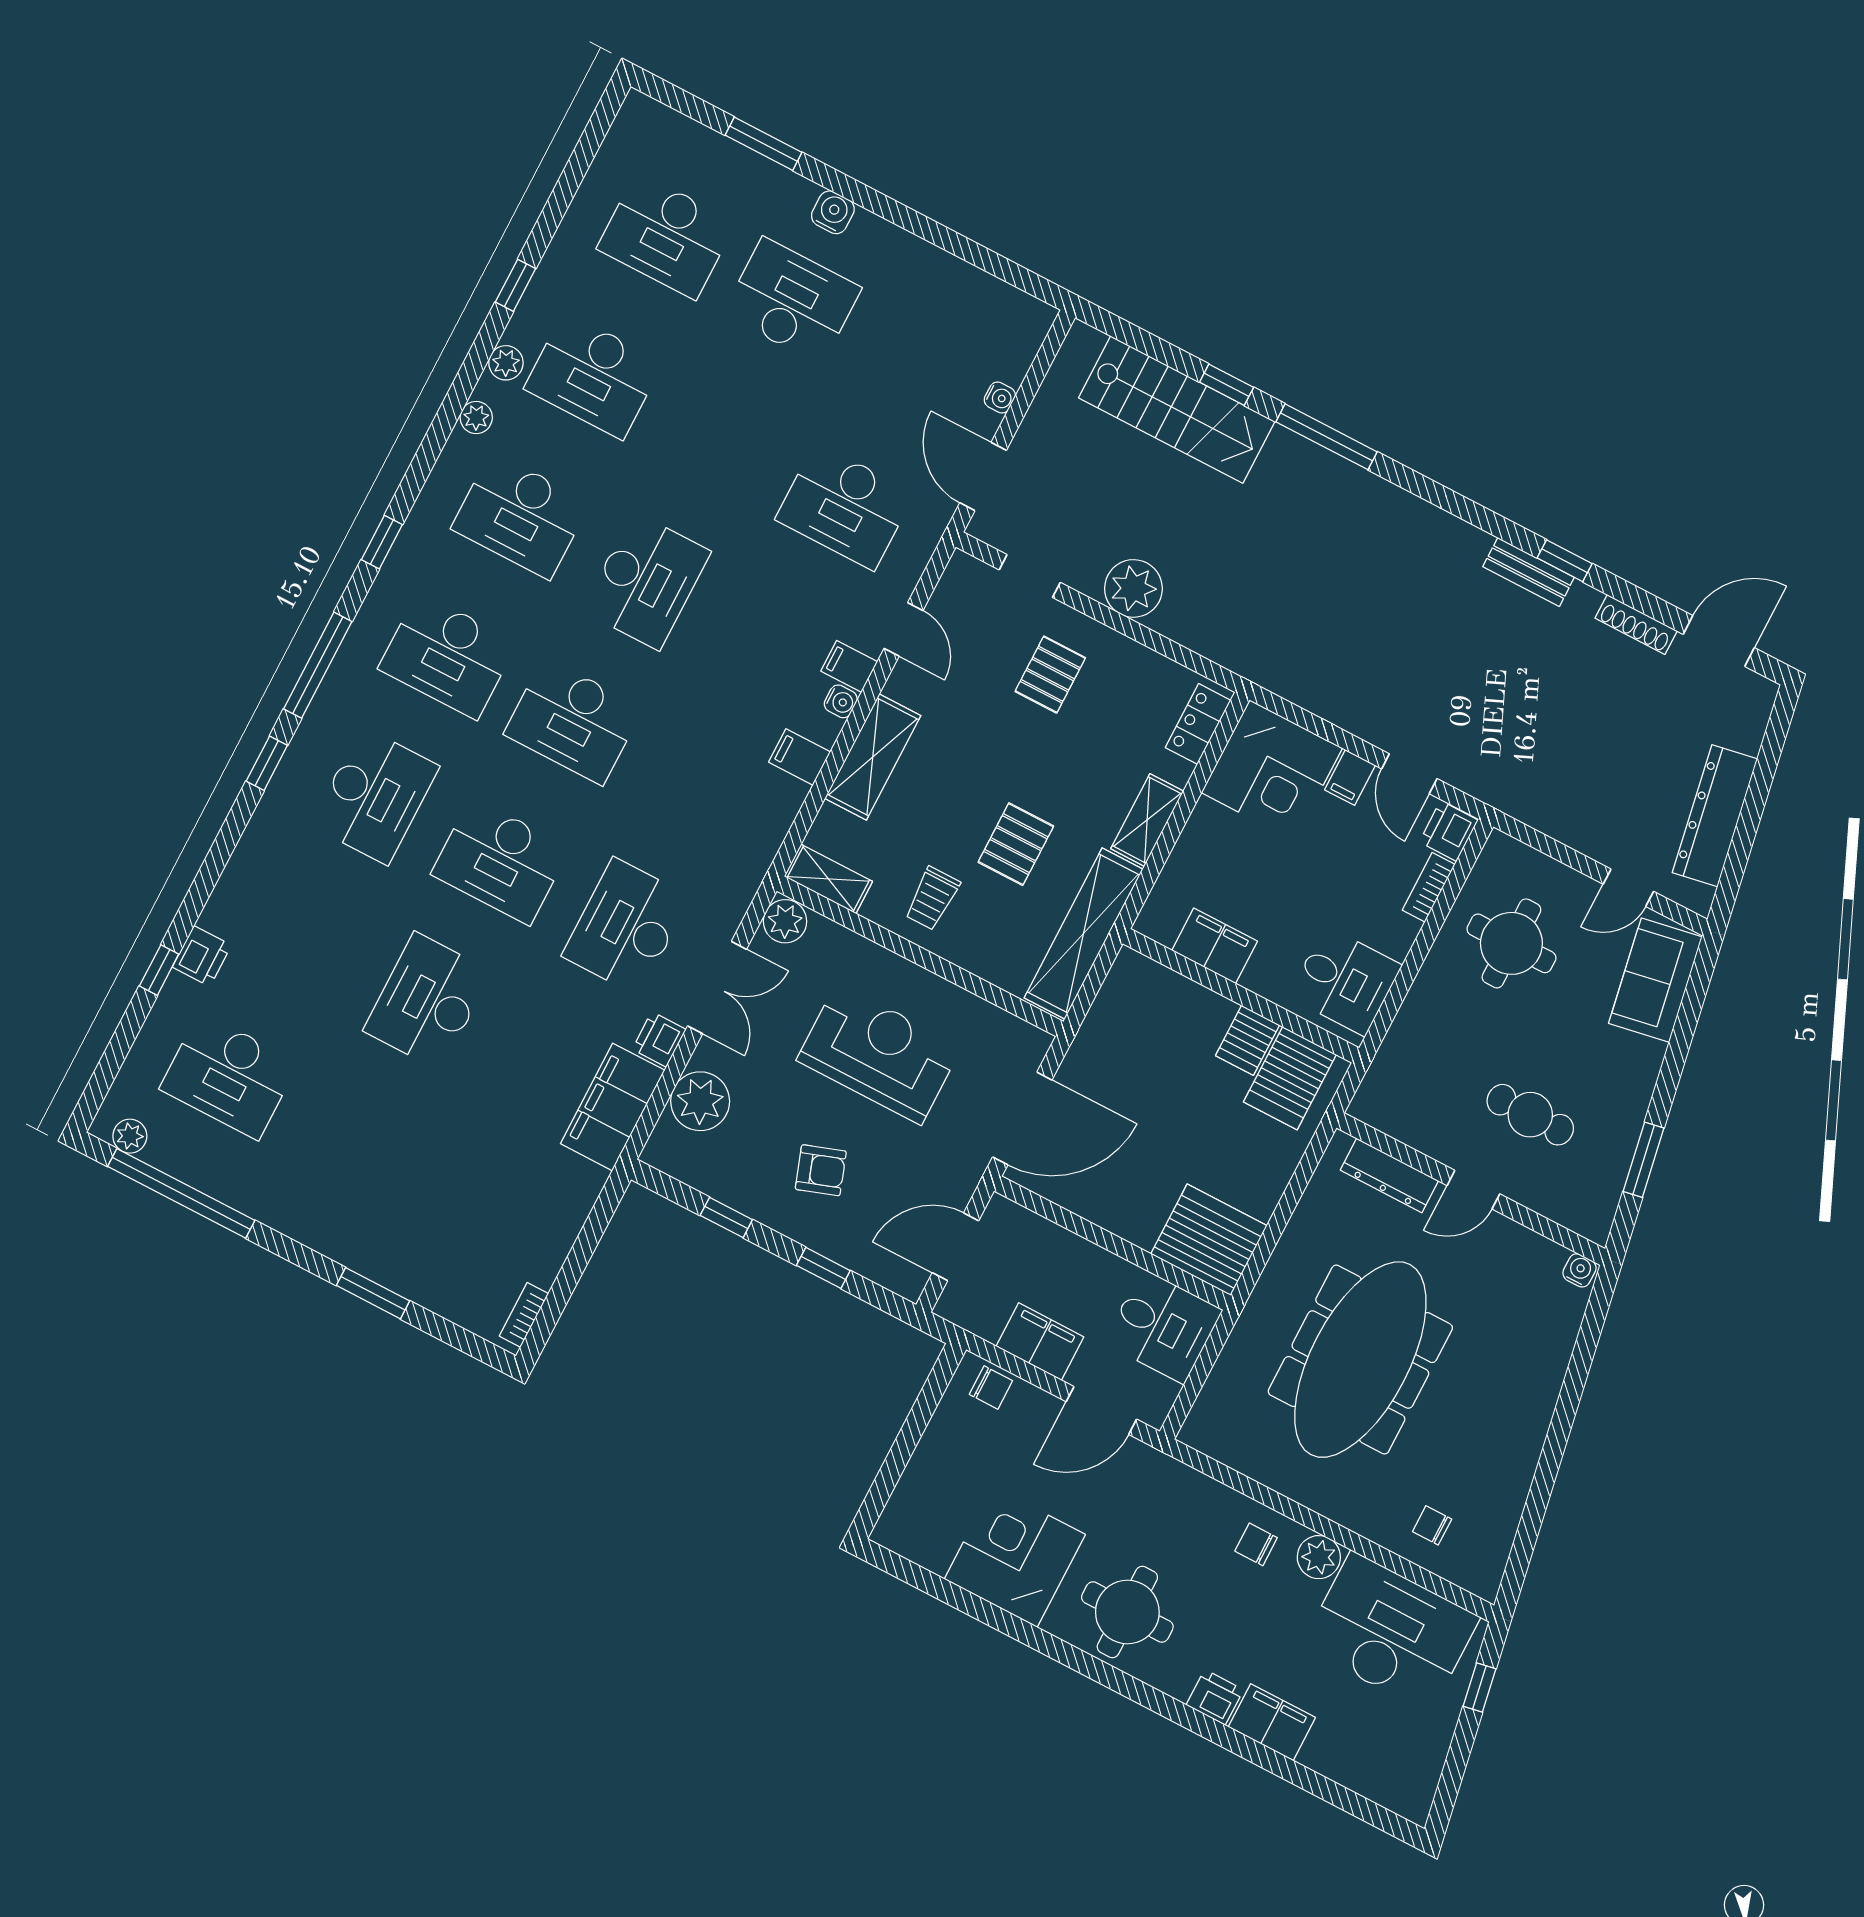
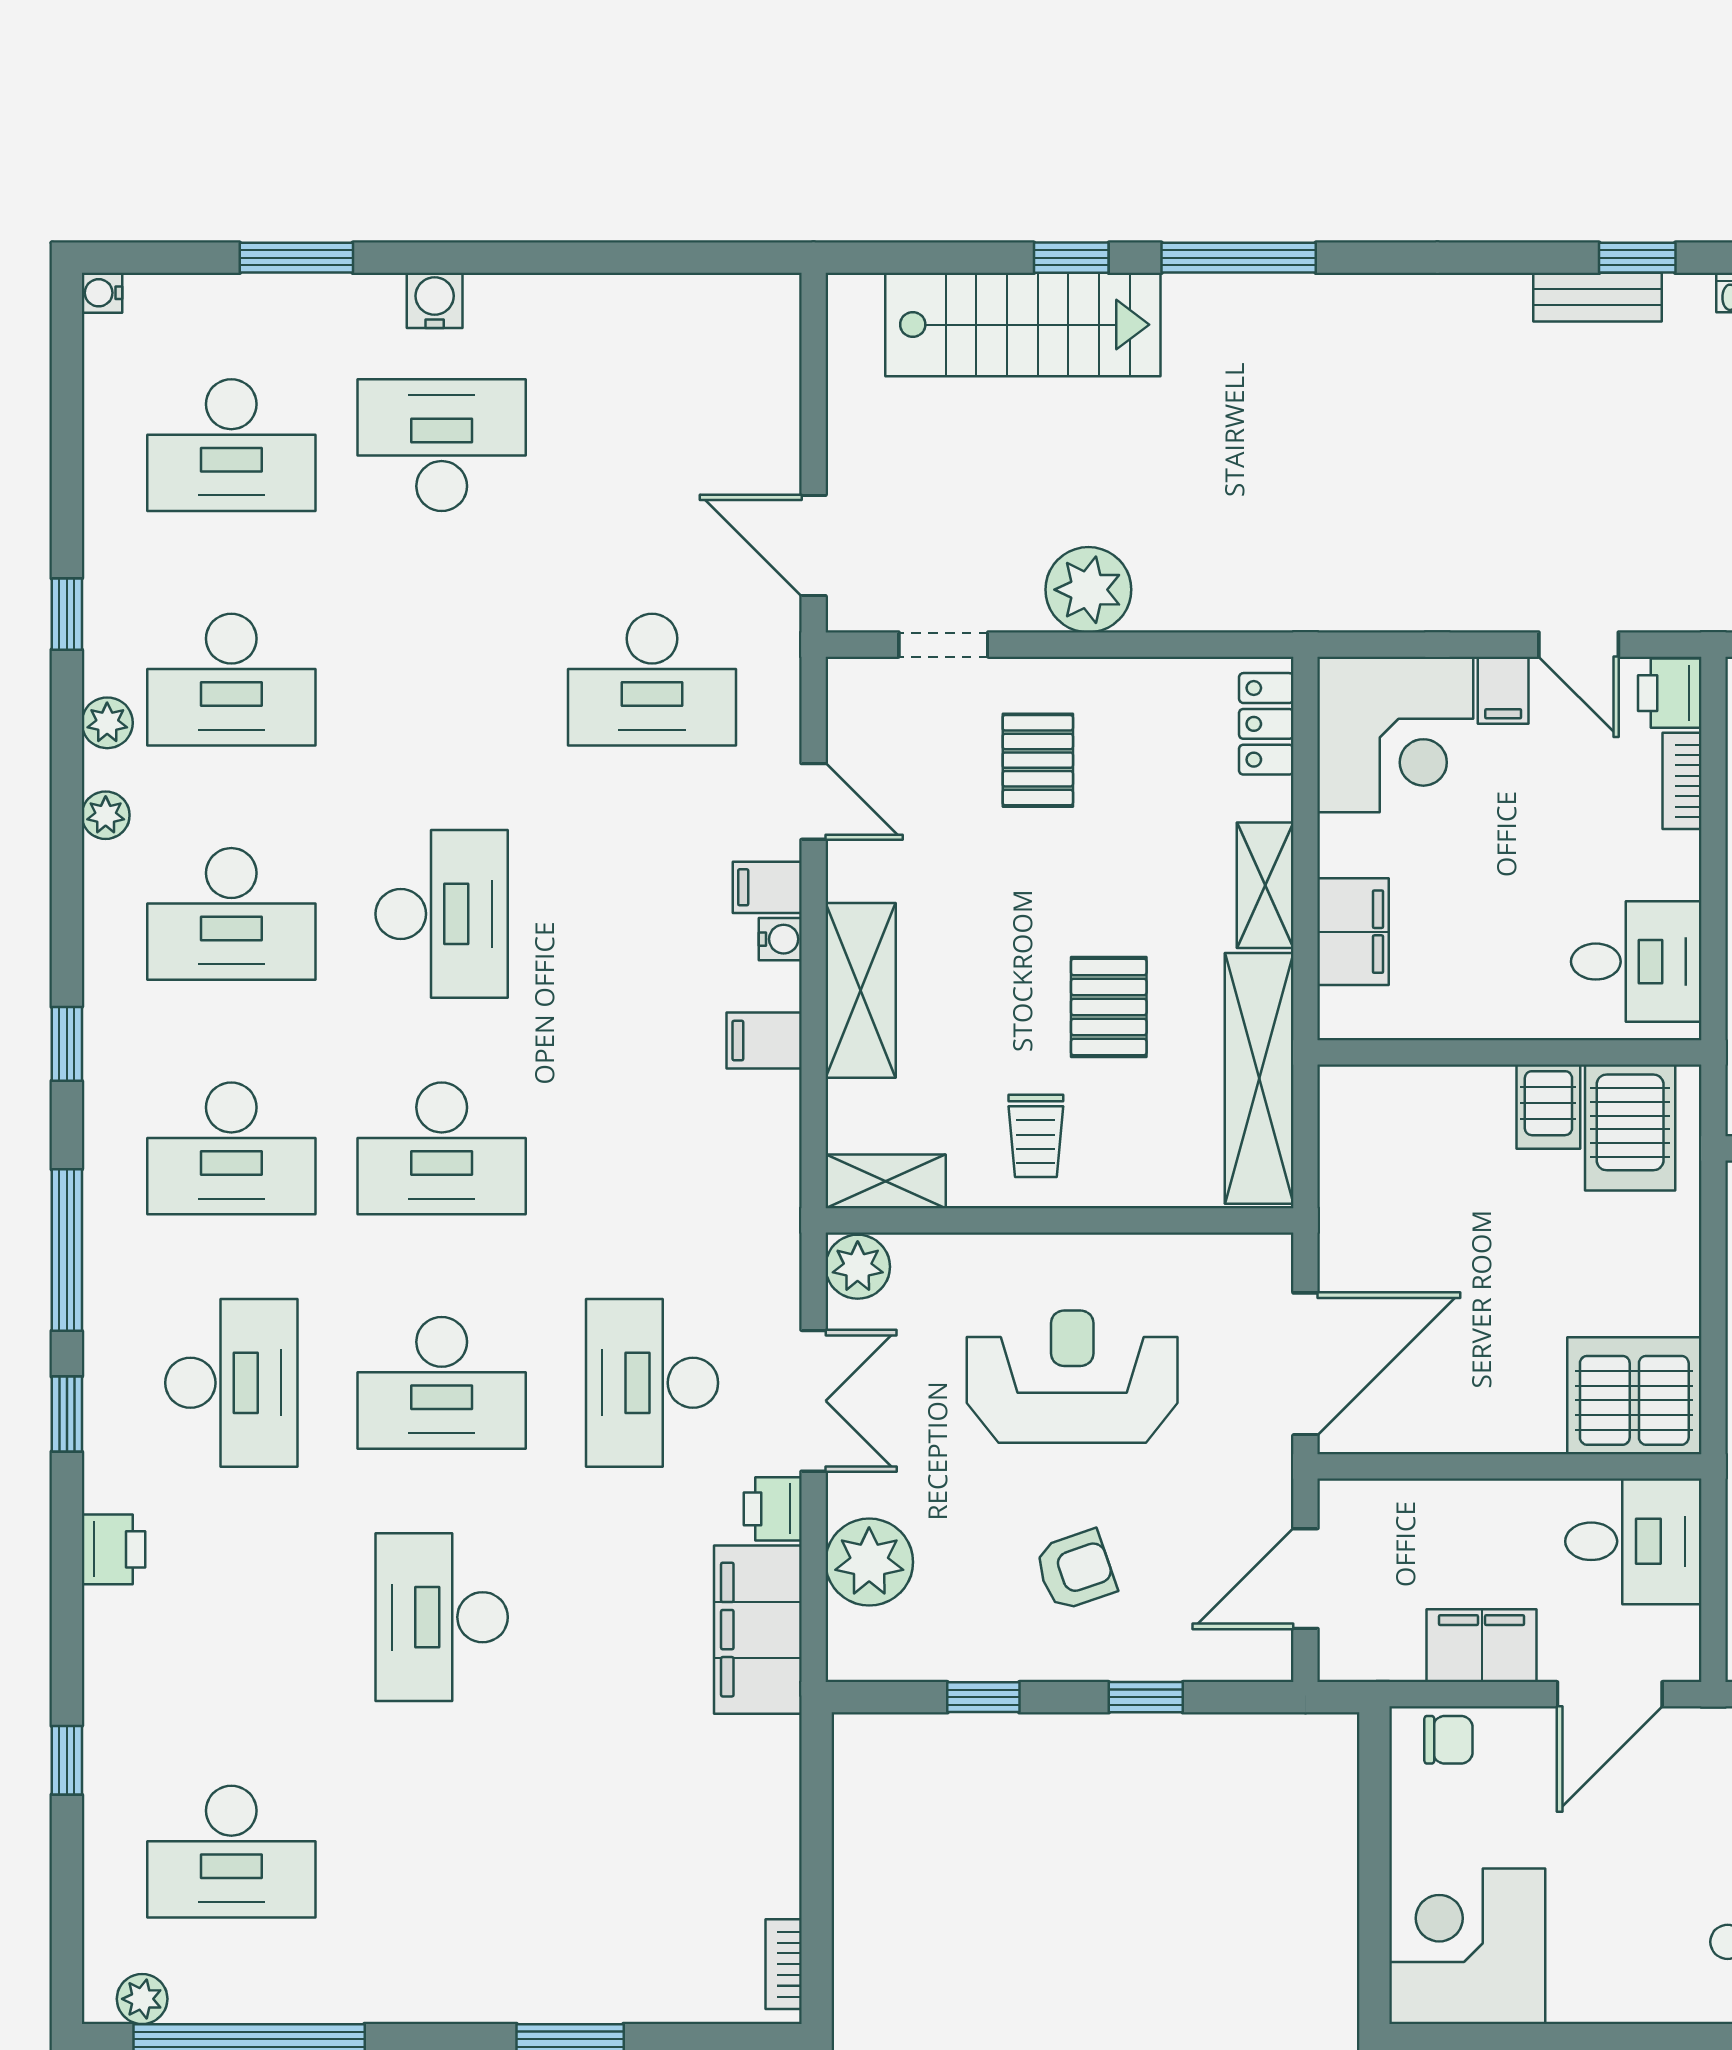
water cooler: (1000, 397) -> (102, 293), moved, turned 180
filing cabinet: (1215, 946) -> (1353, 932), moved, turned 90
printer: (202, 956) -> (113, 1549), moved
corner desk: (1015, 1557) -> (1467, 1946), moved

